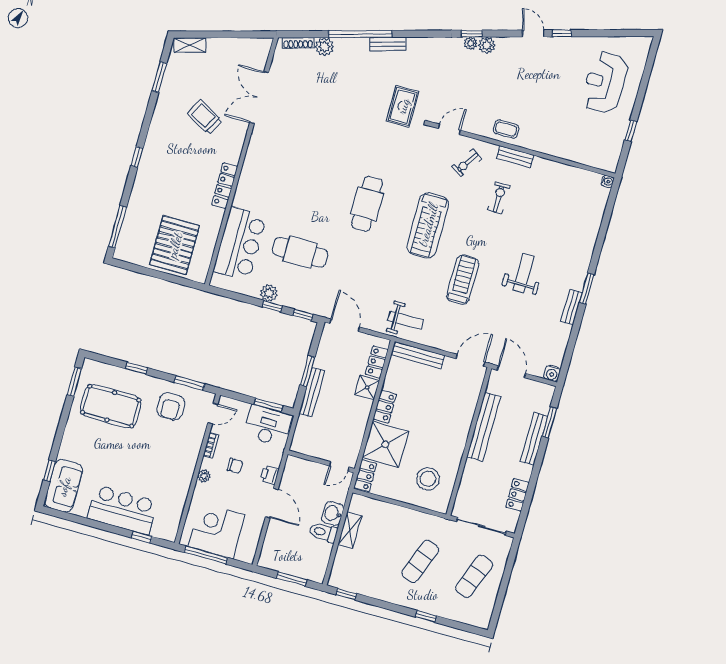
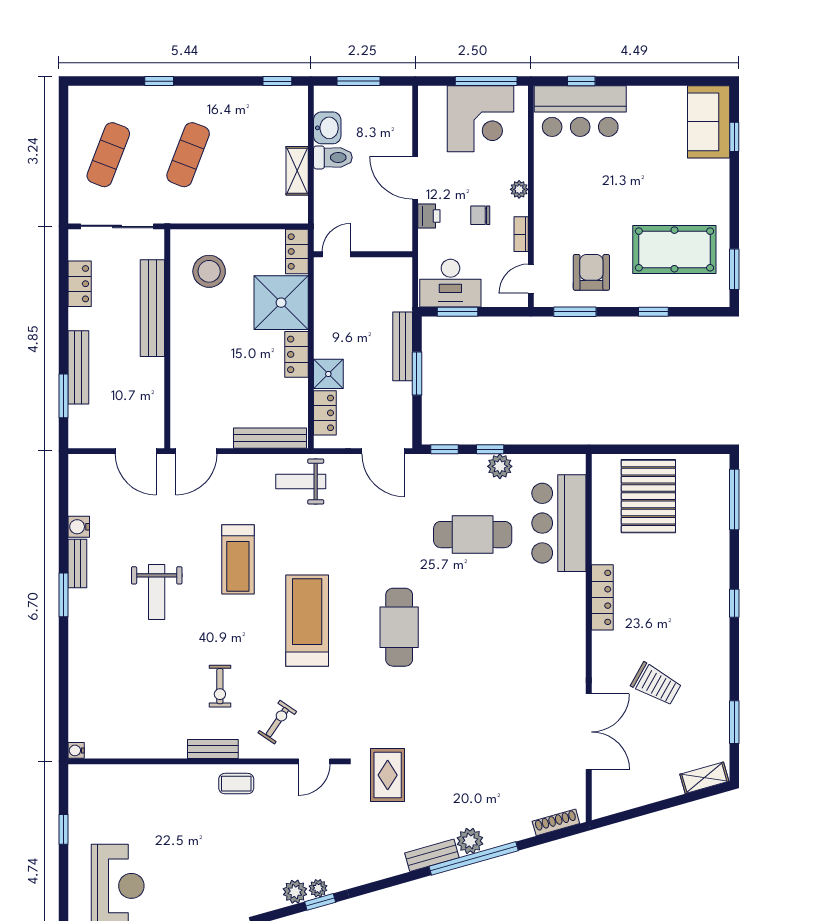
plant: (324, 47) -> (470, 841), moved
water cooler: (552, 373) -> (79, 527), moved, turned -90
bench: (484, 427) -> (152, 308), moved
bar counter: (122, 510) -> (580, 111), moved
washbasin: (333, 513) -> (327, 128), moved

